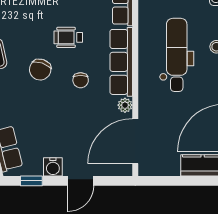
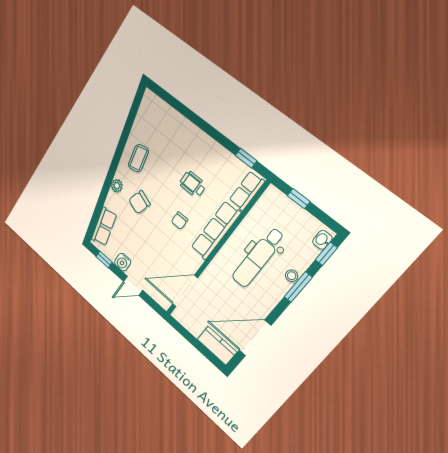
dental chair: (177, 55) -> (258, 258), turned 180
chair: (40, 70) -> (139, 202), moved
plant: (125, 105) -> (196, 262), removed

